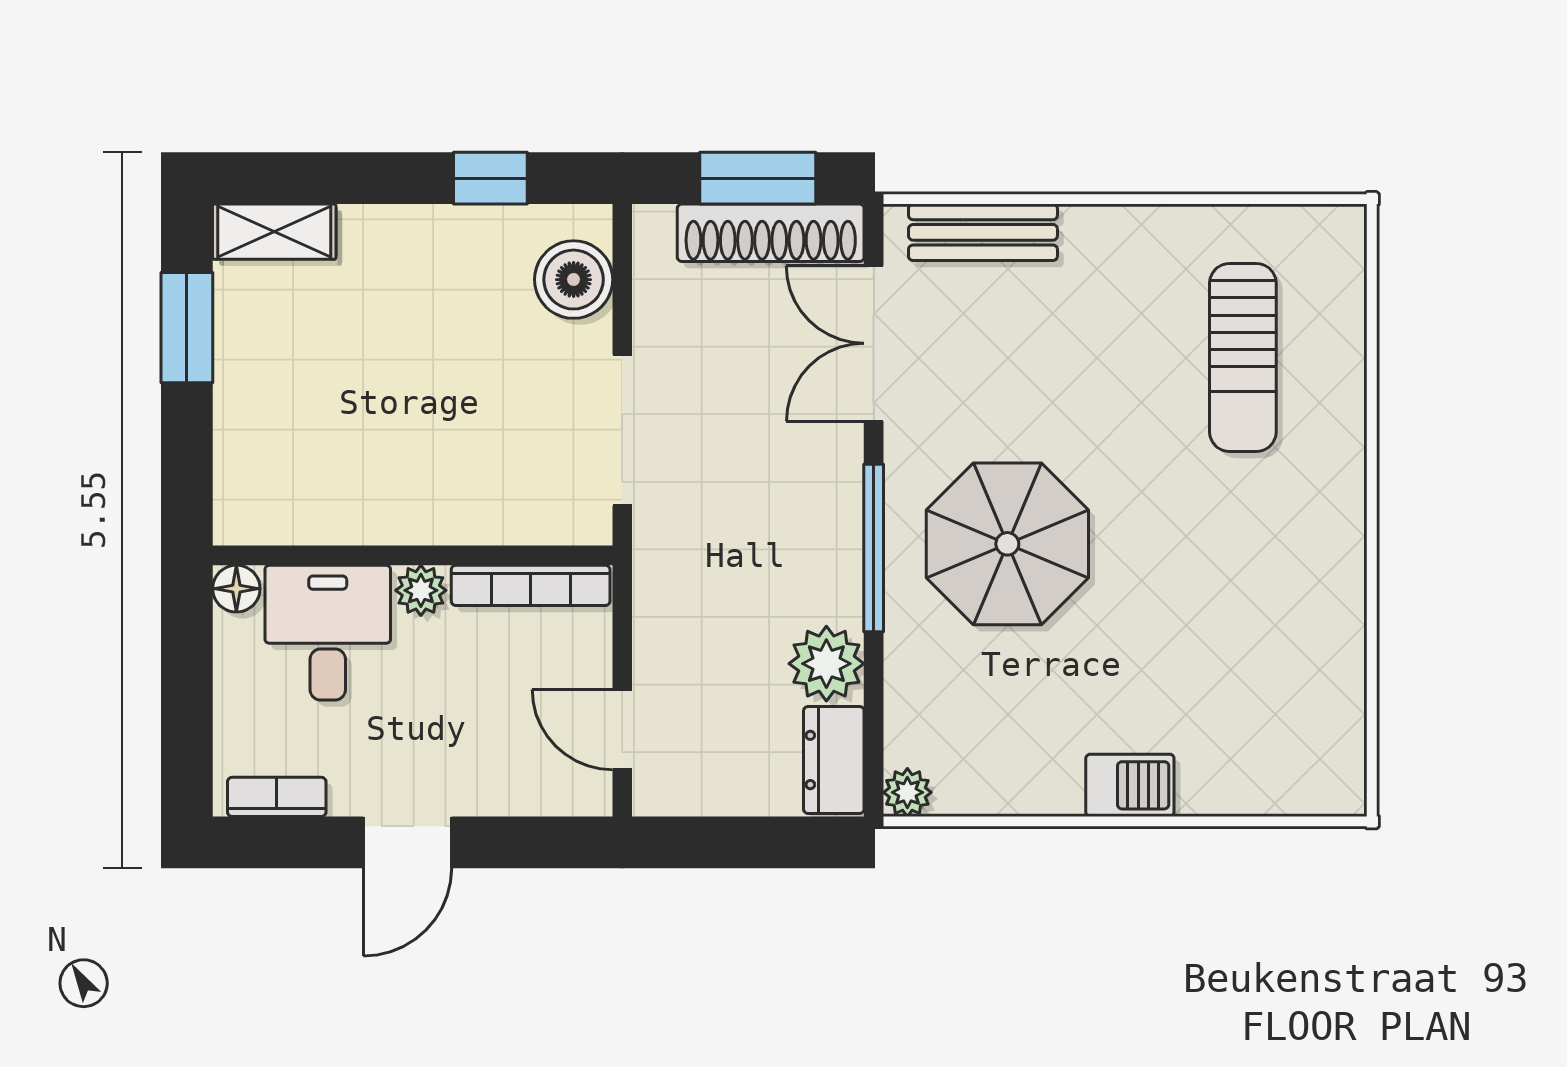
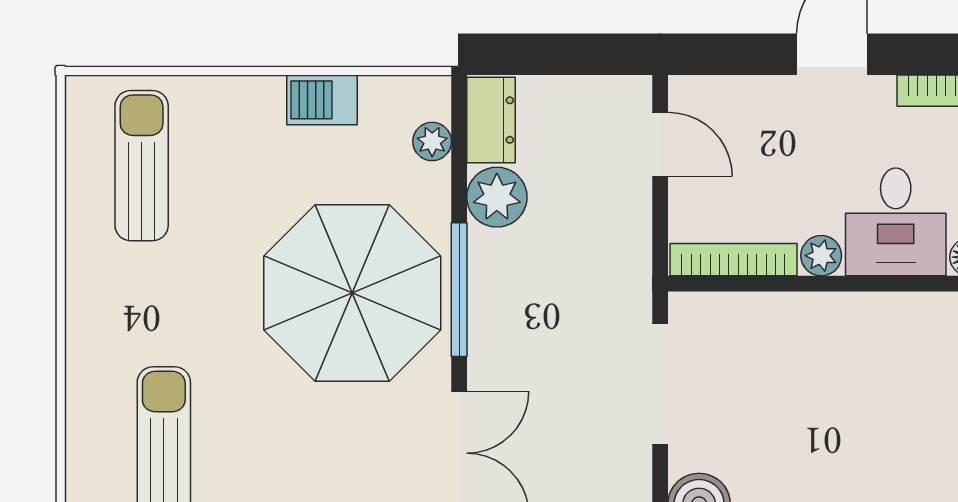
parasol: (1007, 544) -> (352, 293), width x1.36, depth x1.36
sun lounger: (1271, 703) -> (142, 166), added
barbecue: (1130, 785) -> (322, 100), moved
plant: (907, 792) -> (432, 141), moved

